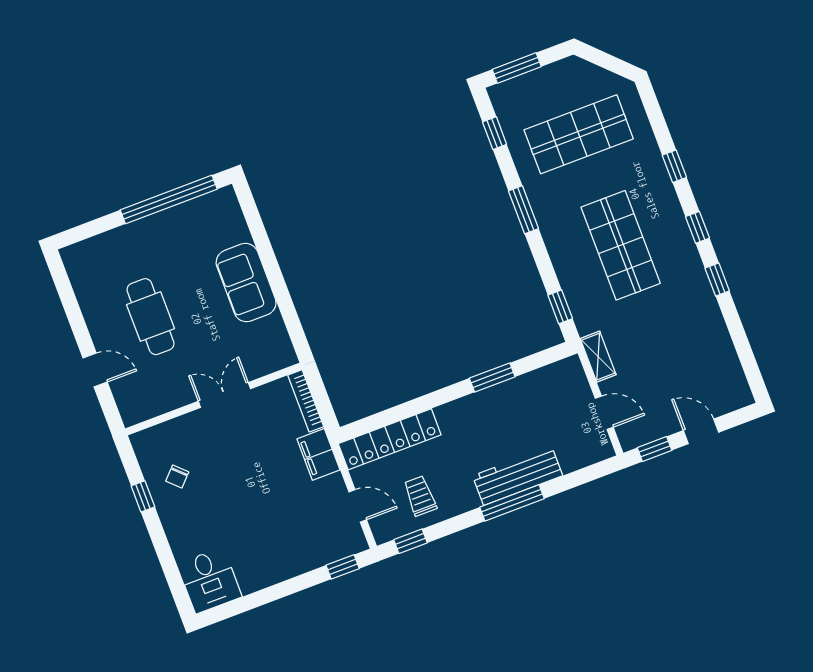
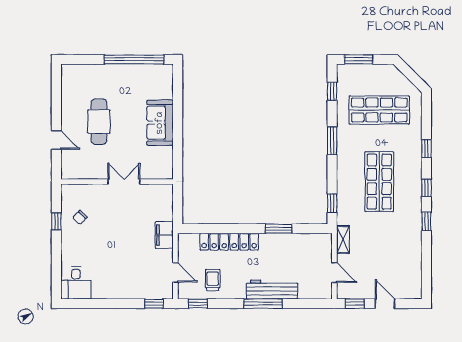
bookcase: (306, 401) -> (168, 202), removed
locker: (390, 439) -> (229, 242), moved

